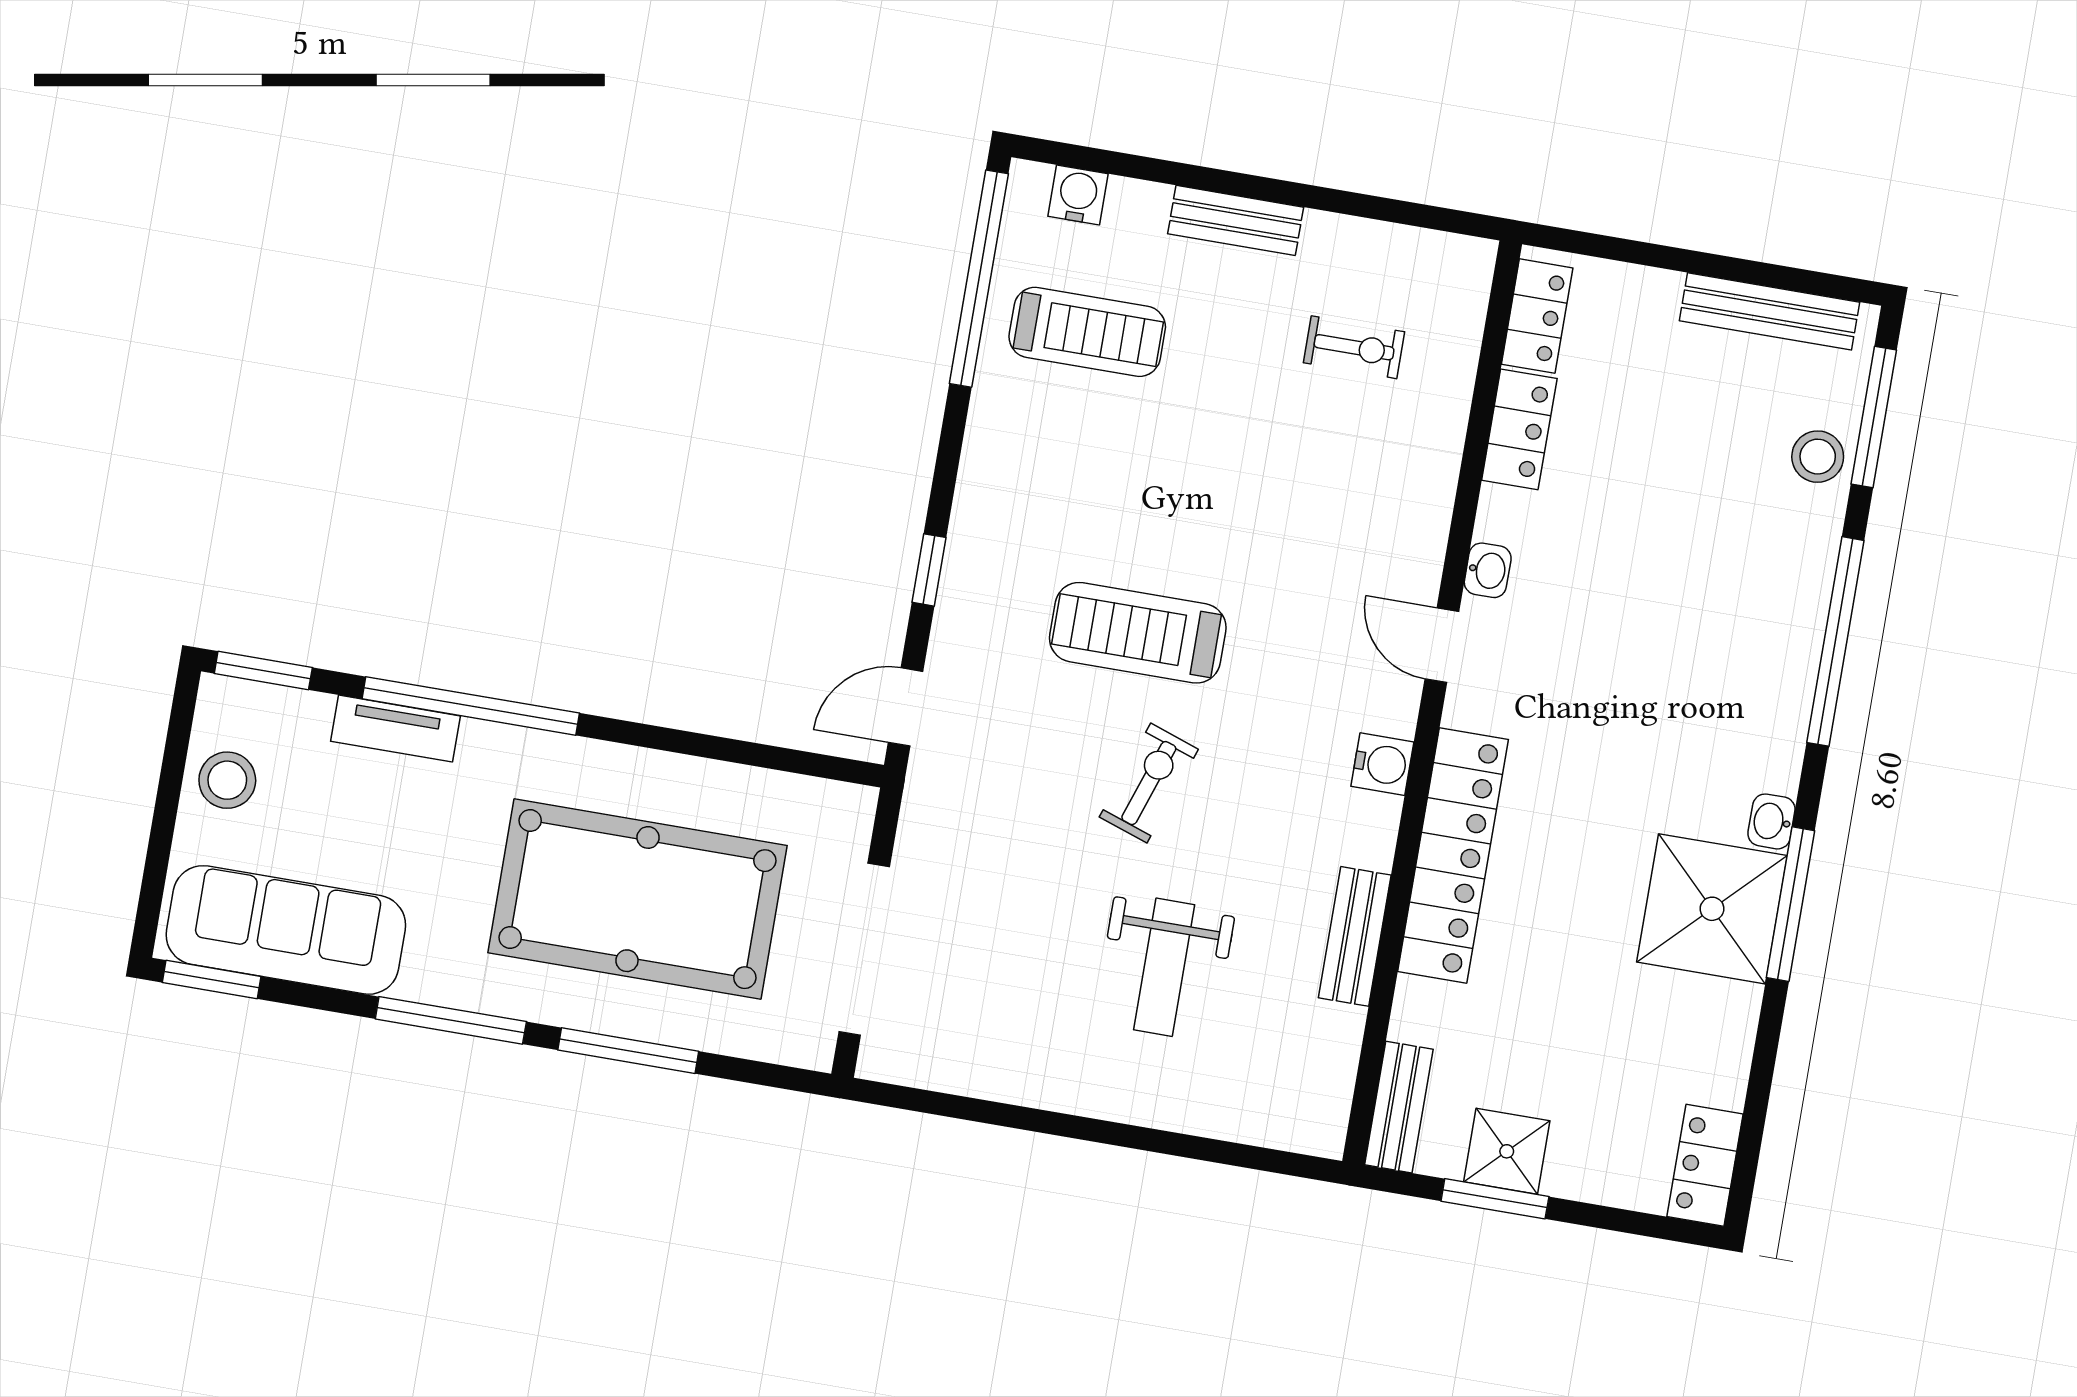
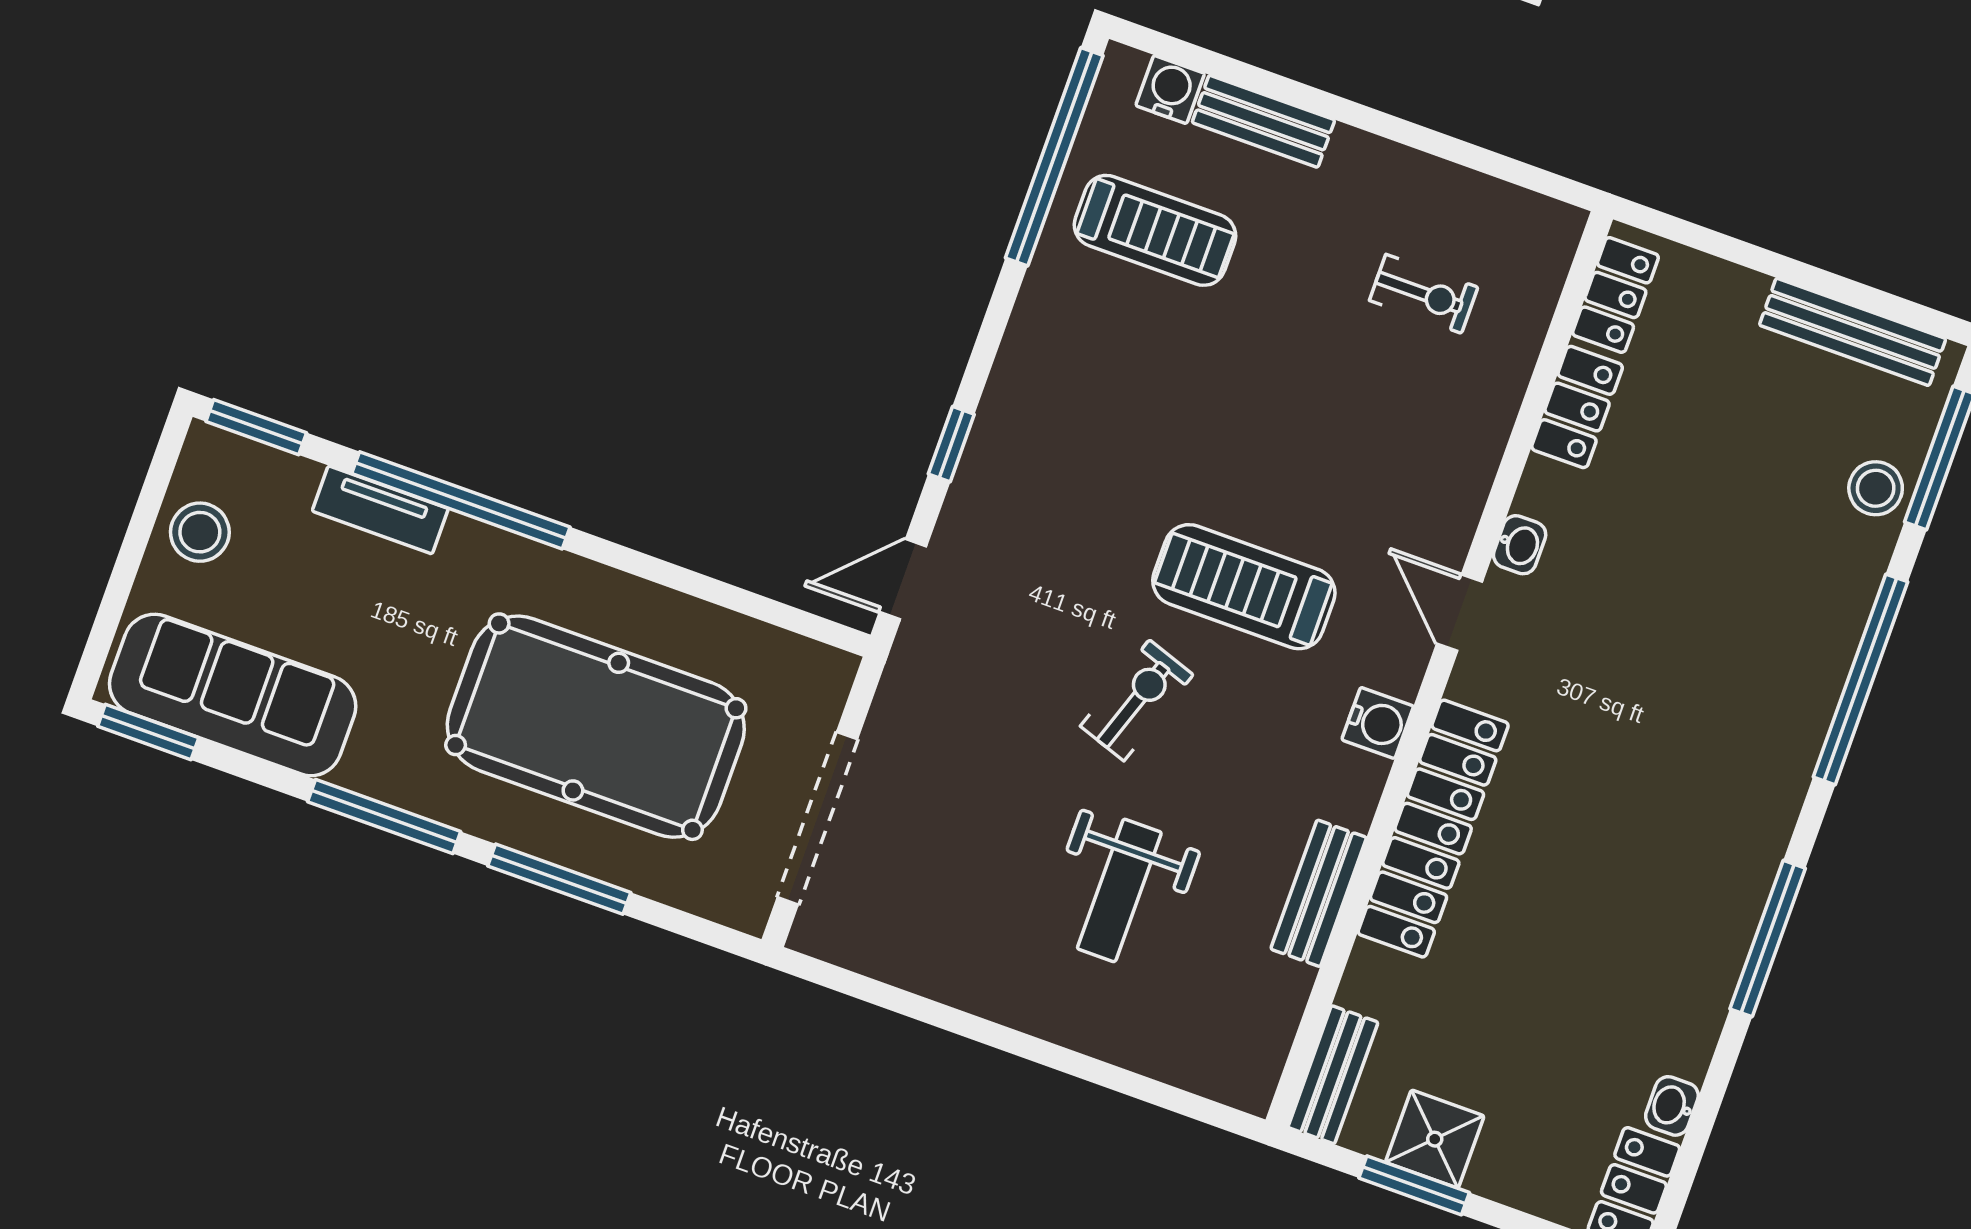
bench: (1236, 220) -> (1263, 121), moved
treadmill: (1138, 633) -> (1244, 587), moved
washbasin: (1771, 821) -> (1672, 1106), moved
shower: (1712, 909) -> (1687, 929), removed

